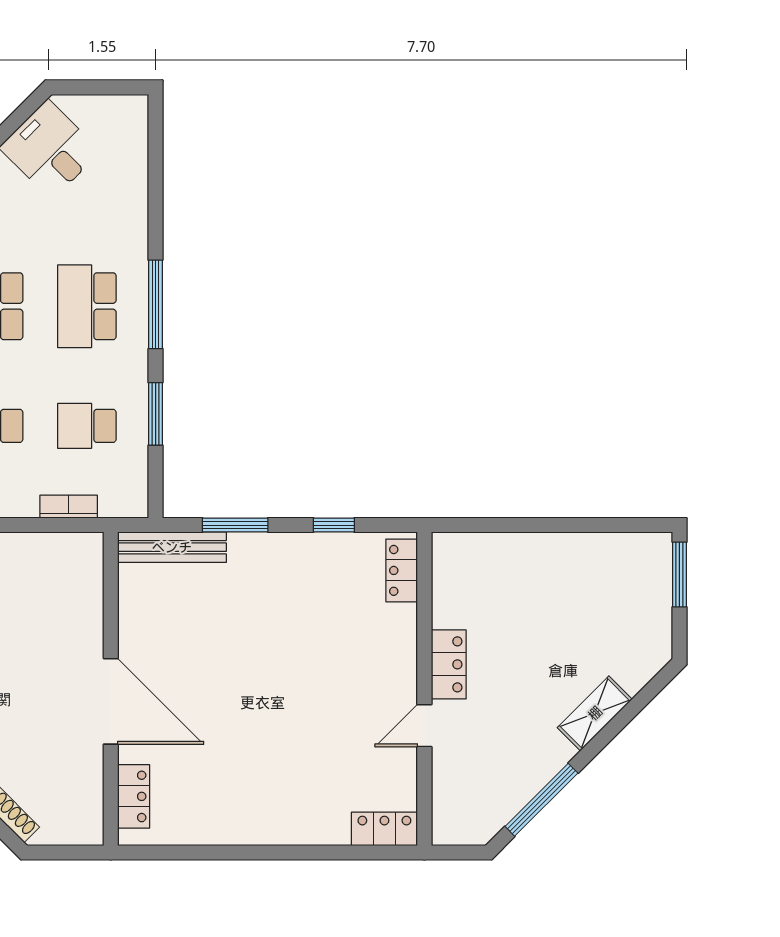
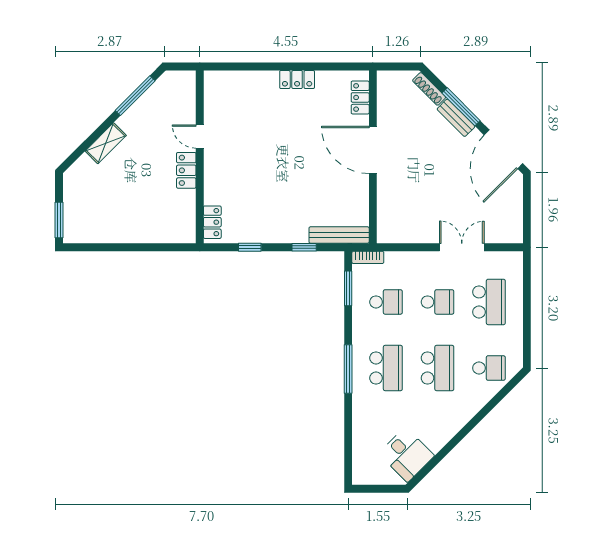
window: (156, 414) -> (348, 288), moved
bookcase: (69, 507) -> (368, 257), moved
window: (235, 525) -> (304, 247), width x0.67
door: (424, 726) -> (200, 137), swing flipped
locker: (384, 829) -> (297, 80), moved

